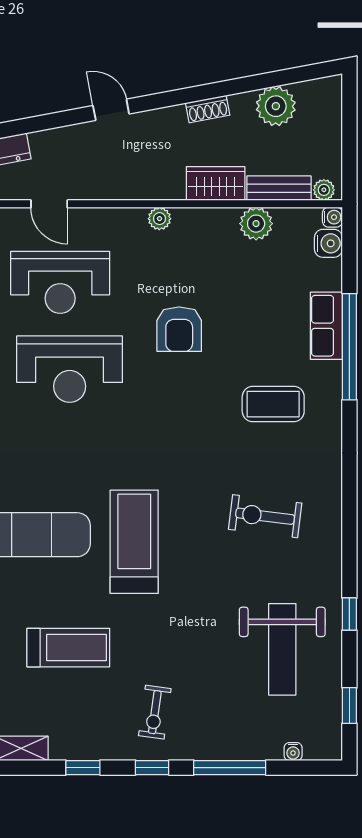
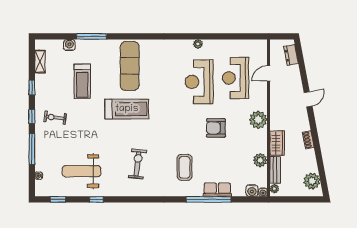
plant: (276, 106) -> (312, 181), moved
plant: (159, 219) -> (258, 120), width x1.88, depth x1.88

